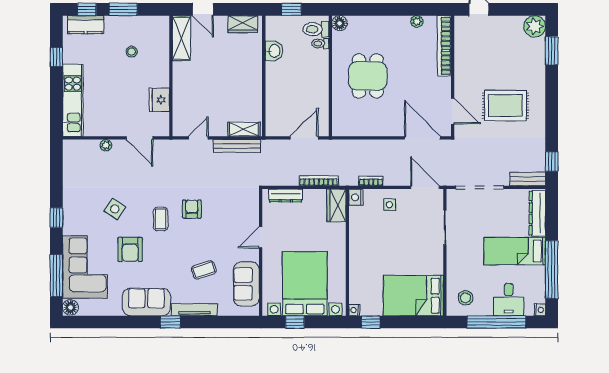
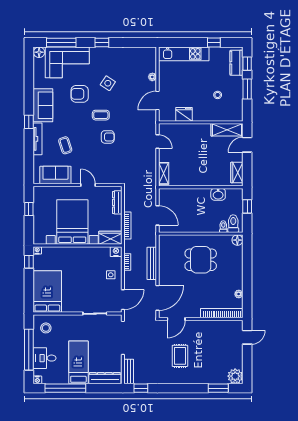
rug: (505, 106) -> (180, 356), width x0.73, depth x0.70
bench: (237, 146) -> (152, 263), moved
bed with nightstands: (305, 284) -> (72, 222), moved, turned -90

